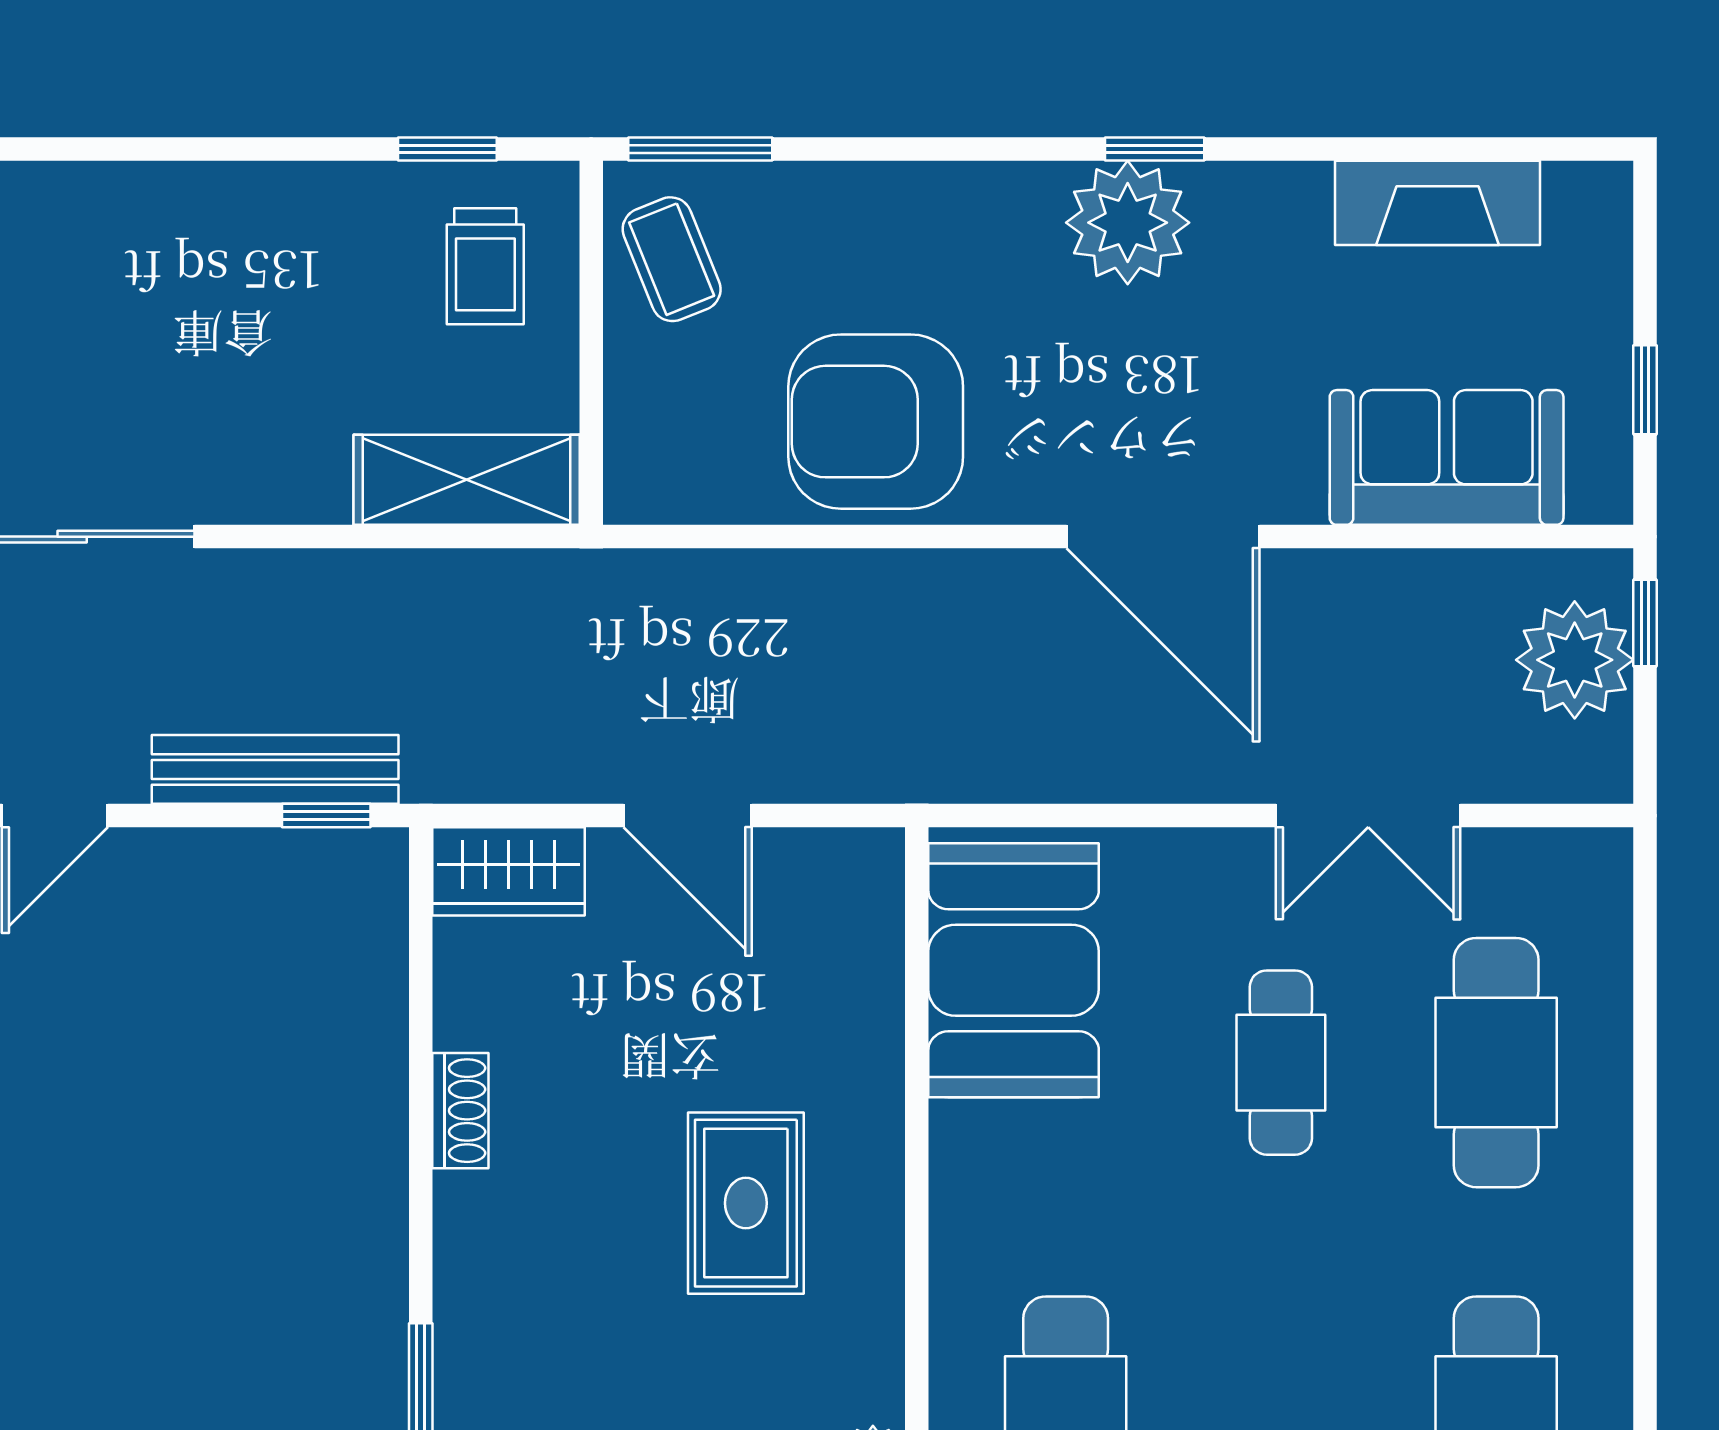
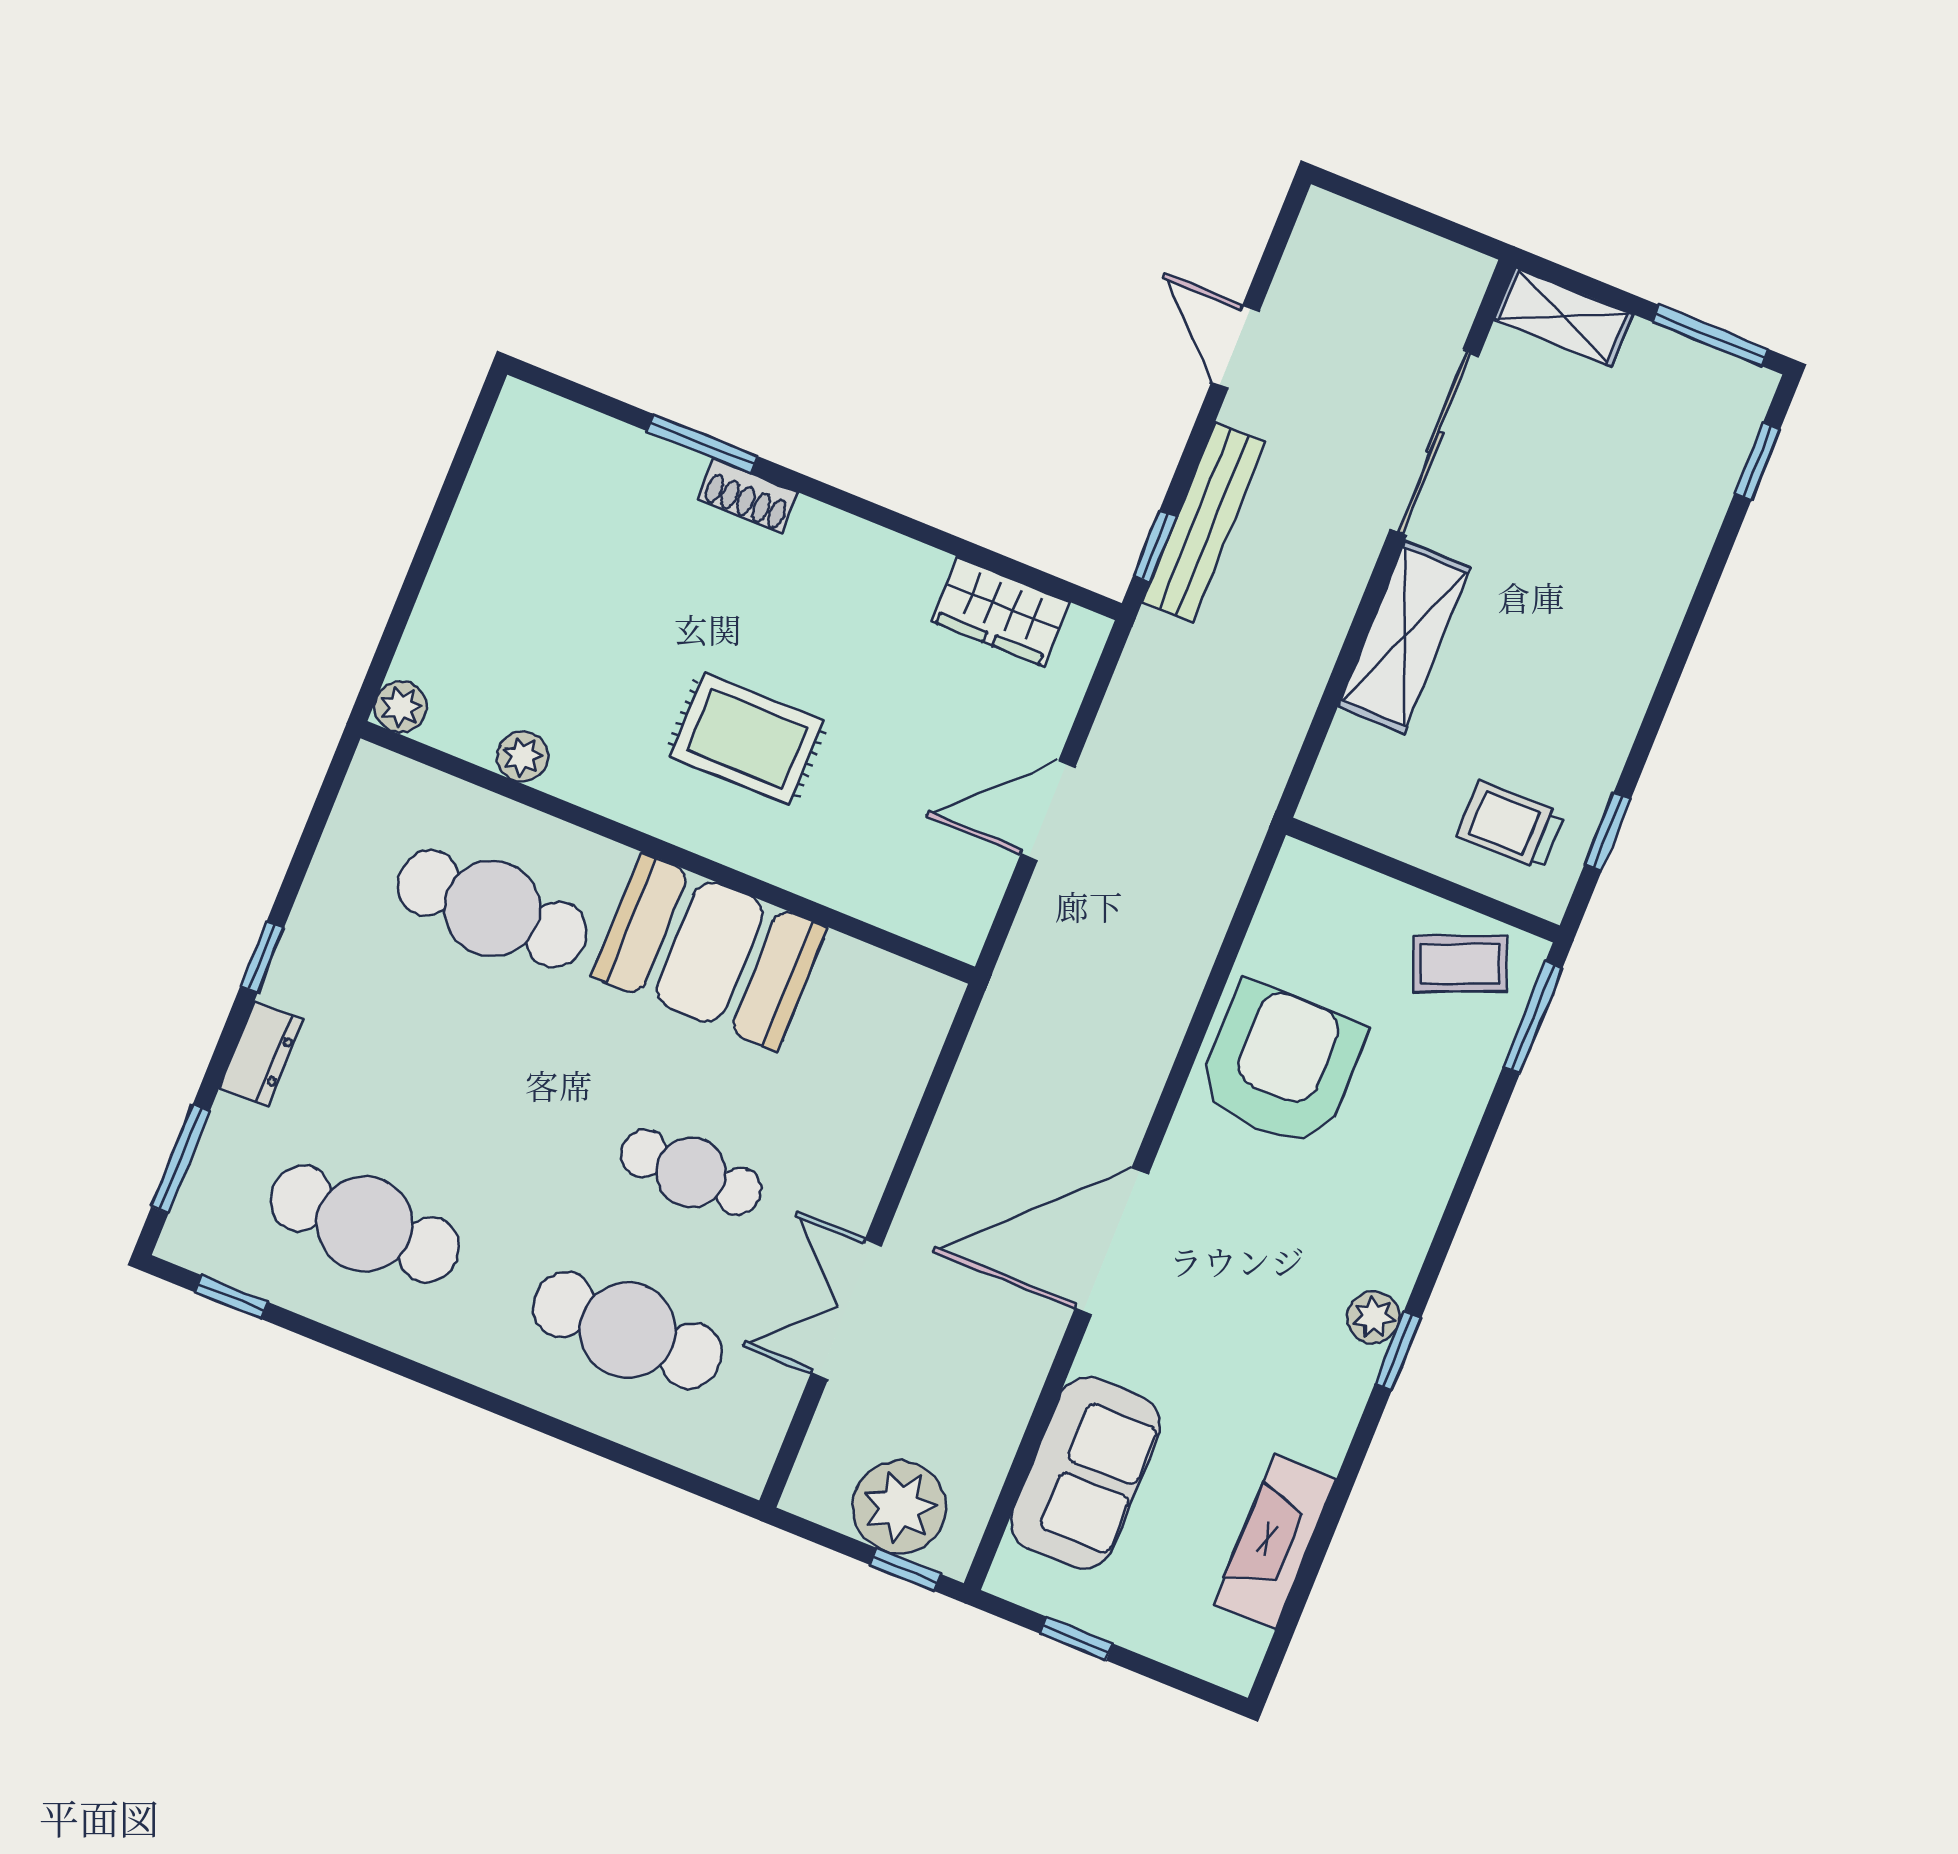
plant: (1128, 223) -> (1373, 1317), width x0.53, depth x0.53
shelving: (467, 480) -> (1404, 637), moved
wardrobe: (508, 871) -> (1001, 612), moved, turned -90
booth: (1014, 970) -> (709, 952), moved
shoe rack: (460, 1111) -> (748, 496), moved

